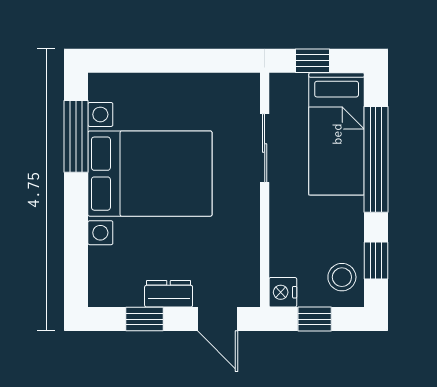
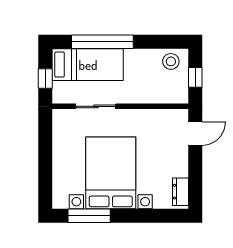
window: (376, 261) -> (161, 42), removed
nightstand: (283, 292) -> (180, 96), removed
dresser: (169, 294) -> (181, 192), moved
window: (144, 319) -> (195, 176), removed

